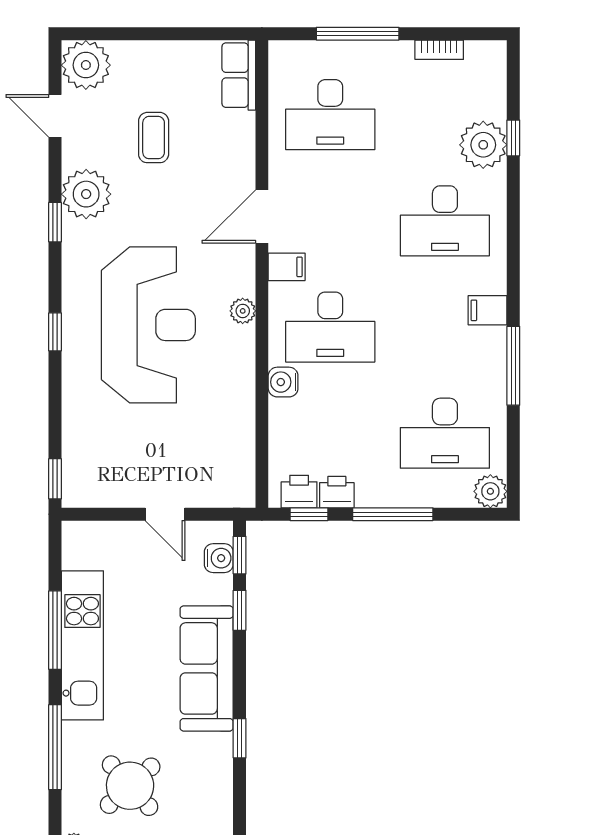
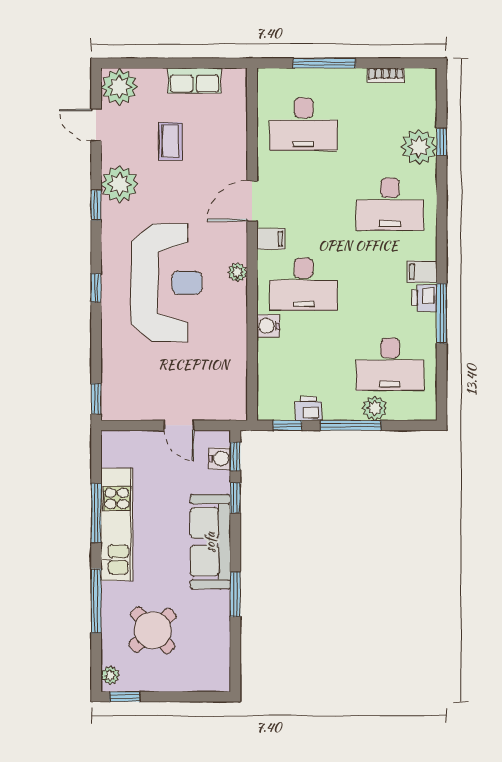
row of seats: (239, 75) -> (194, 81), moved, turned -90
plant: (490, 491) -> (375, 408), moved
printer: (299, 492) -> (425, 298), moved, turned -90
window: (240, 738) -> (235, 594), width x1.50

